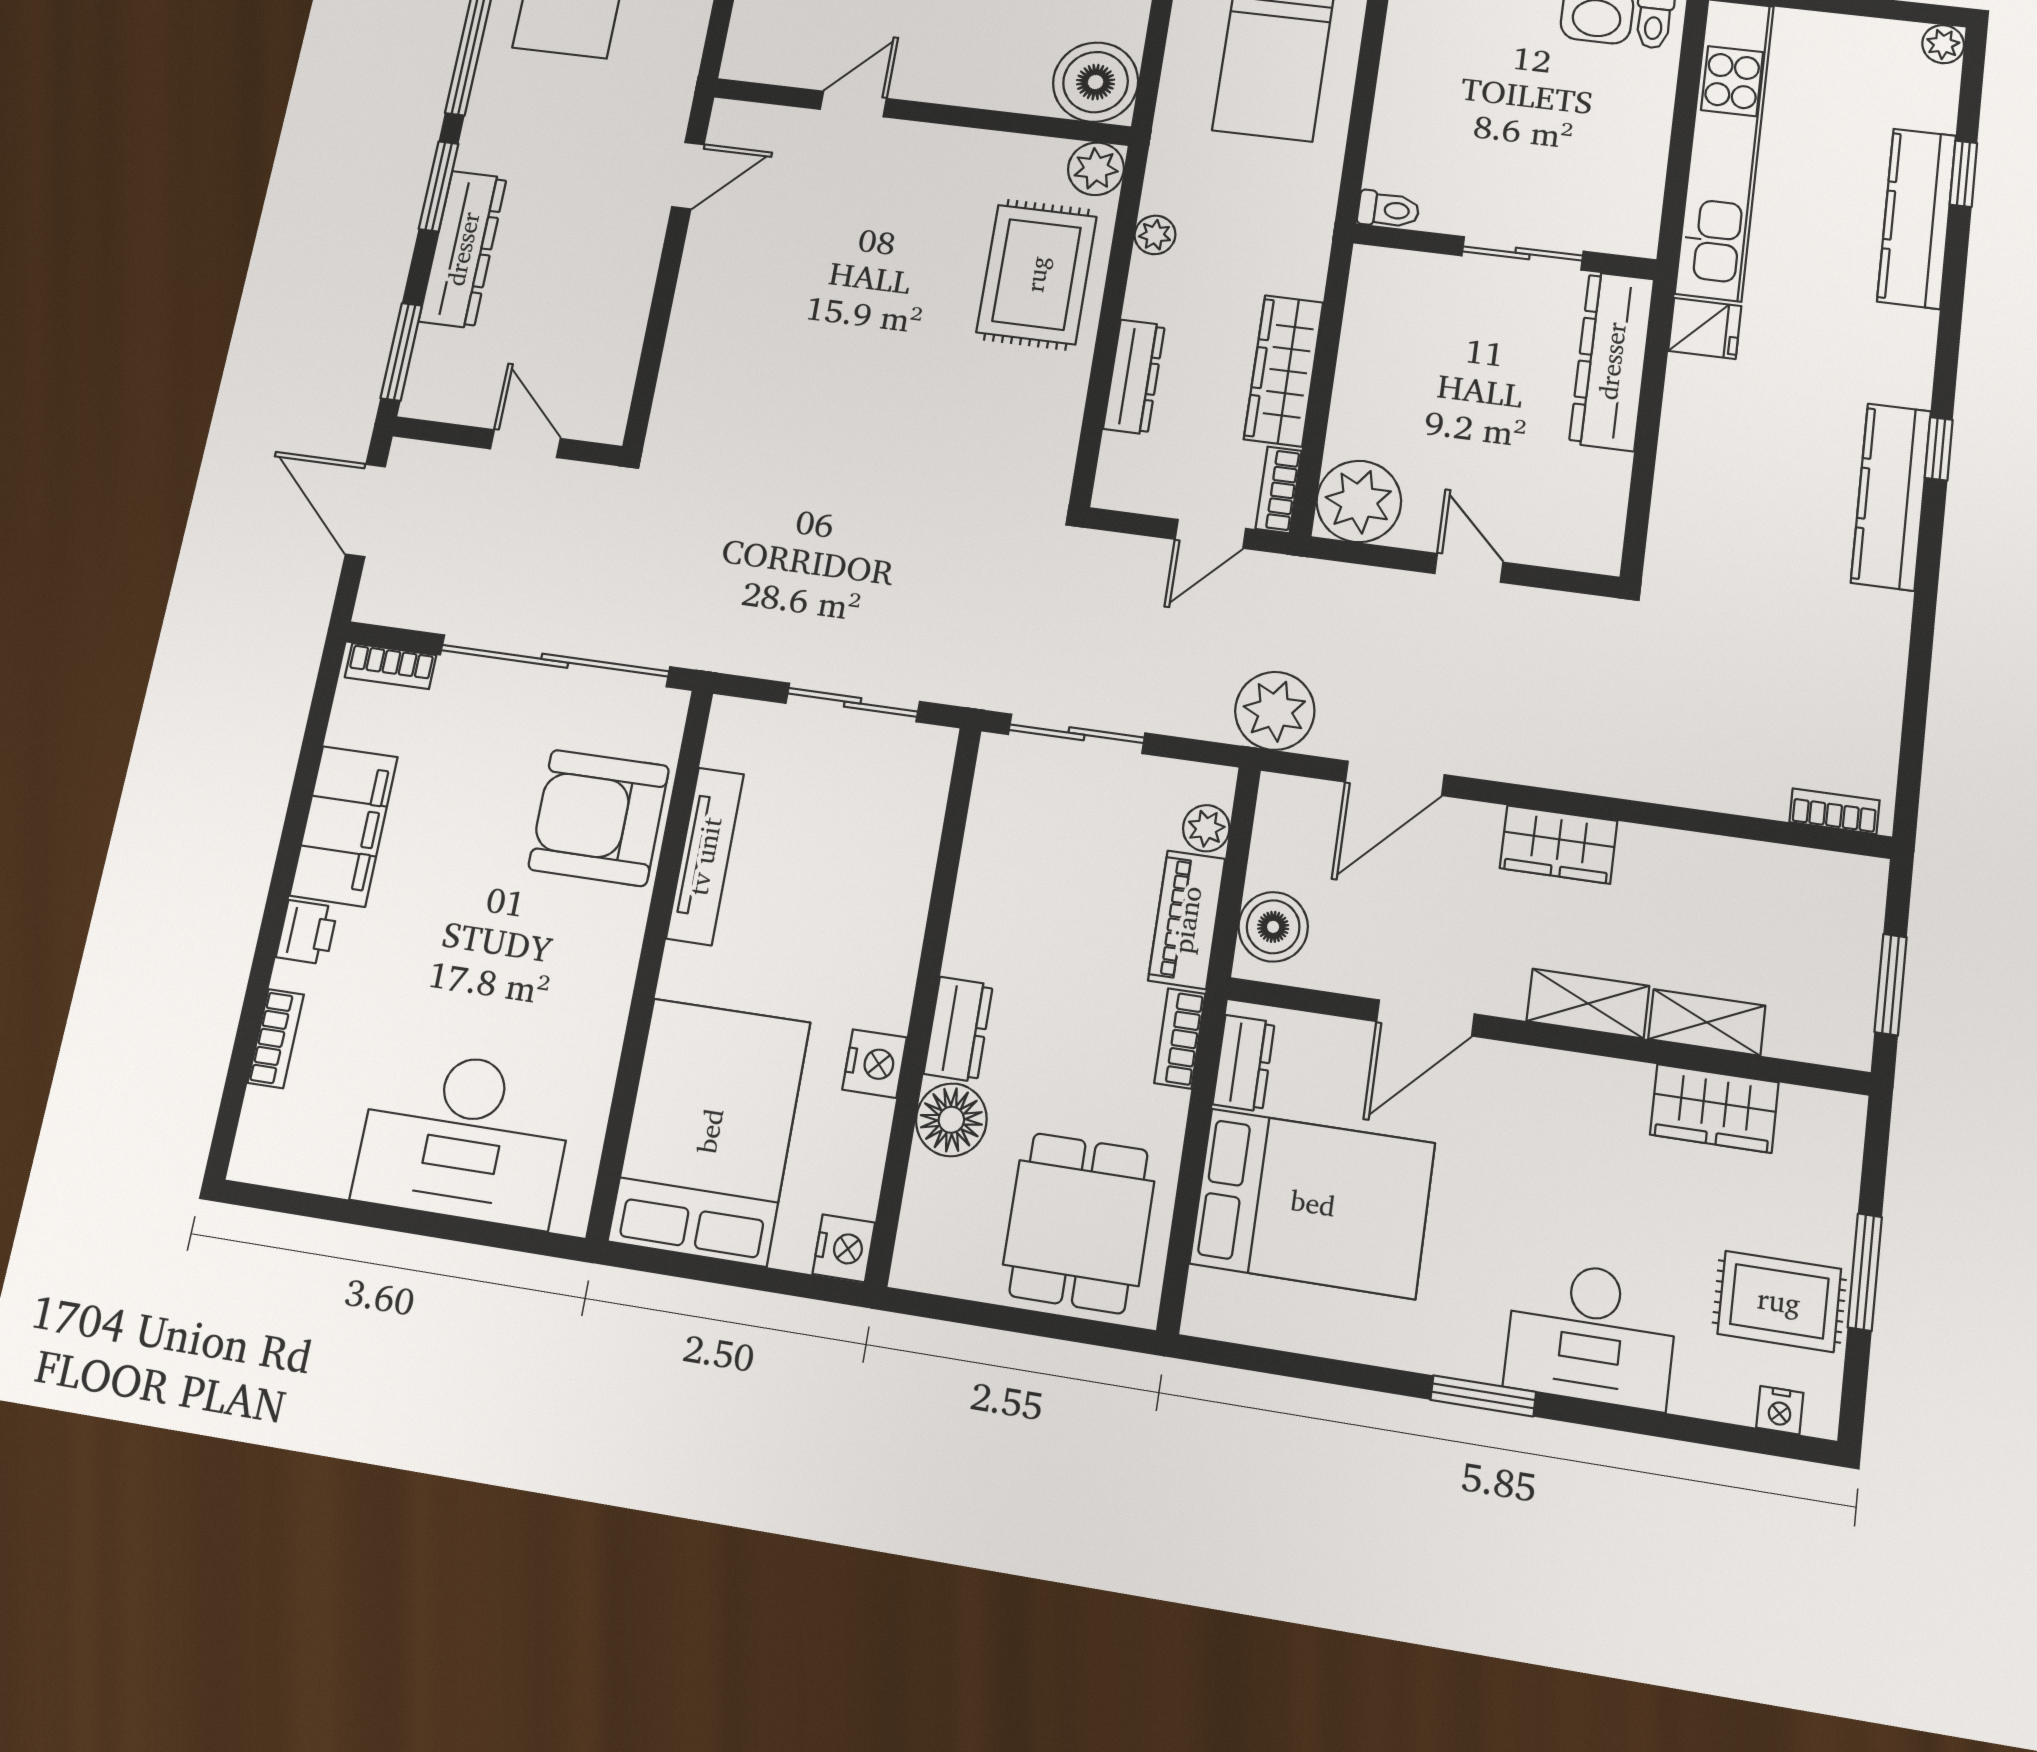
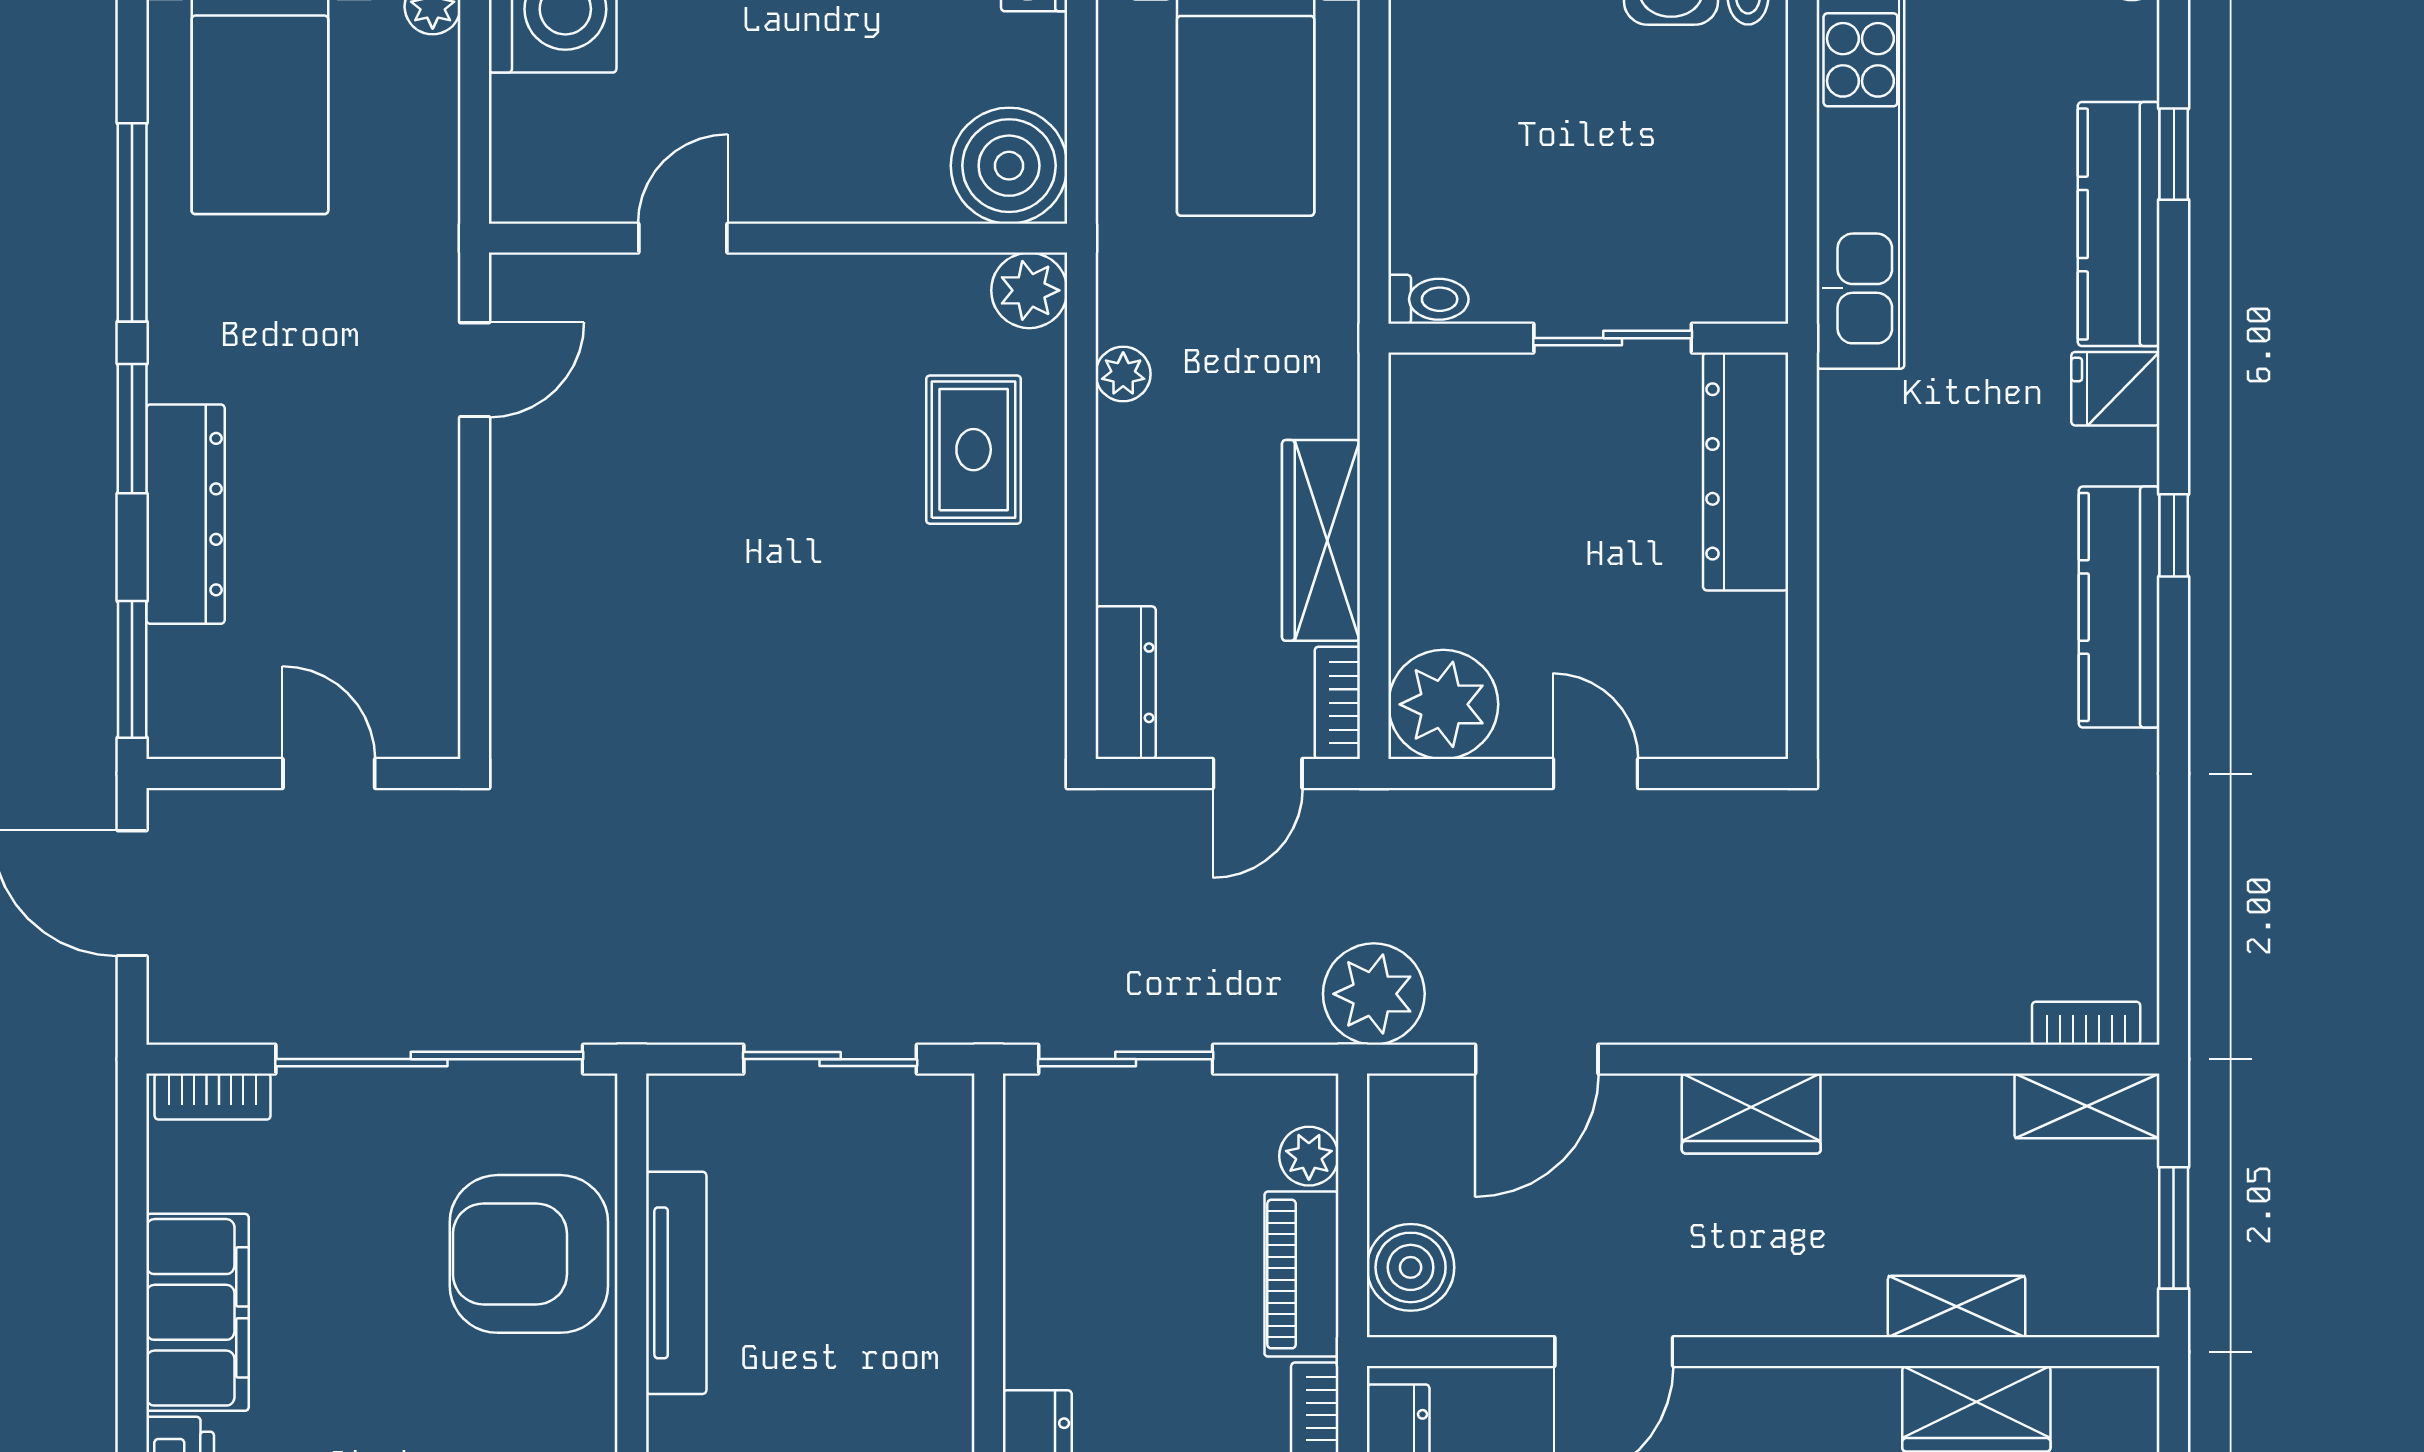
rug: (1037, 274) -> (974, 450), width x0.73, depth x0.70
fridge: (1705, 328) -> (2115, 389), moved, turned 180
dresser: (1134, 377) -> (1126, 683), moved
shelving: (1588, 1003) -> (2087, 1106), moved

